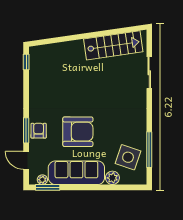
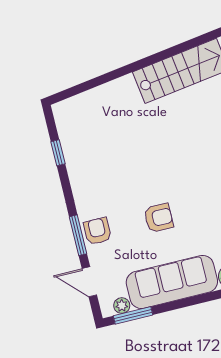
window: (26, 62) -> (58, 153), moved
armchair: (78, 132) -> (159, 218), width x0.53, depth x0.53

